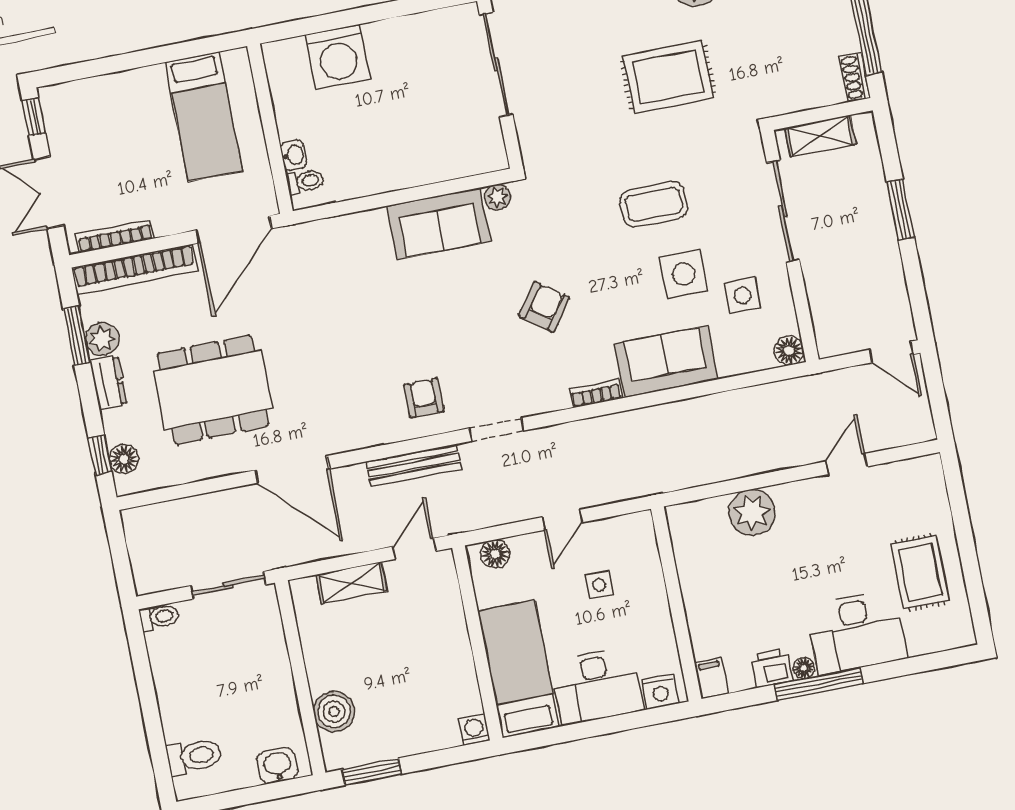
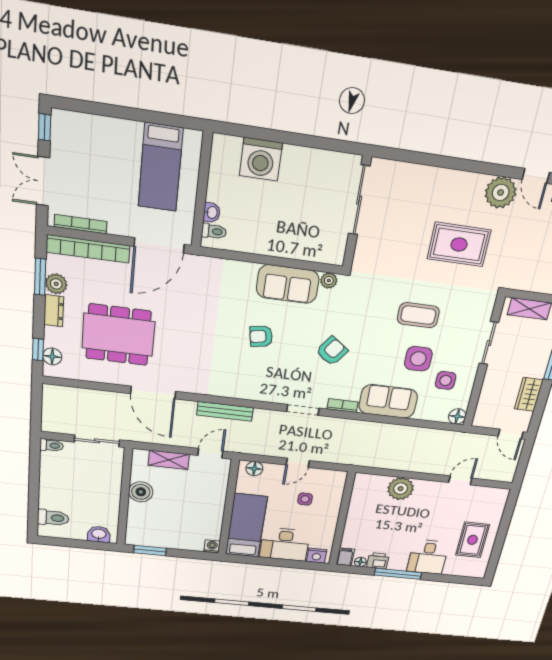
sliding door: (783, 211) -> (489, 343), width x0.73
wardrobe: (887, 274) -> (529, 394), added
armchair: (424, 398) -> (261, 336), moved, turned -100
doorway: (496, 429) -> (303, 410), moved
desk: (857, 632) -> (428, 557), width x0.73
floor lamp: (804, 668) -> (360, 562), moved
boiler: (334, 712) -> (141, 492), moved

